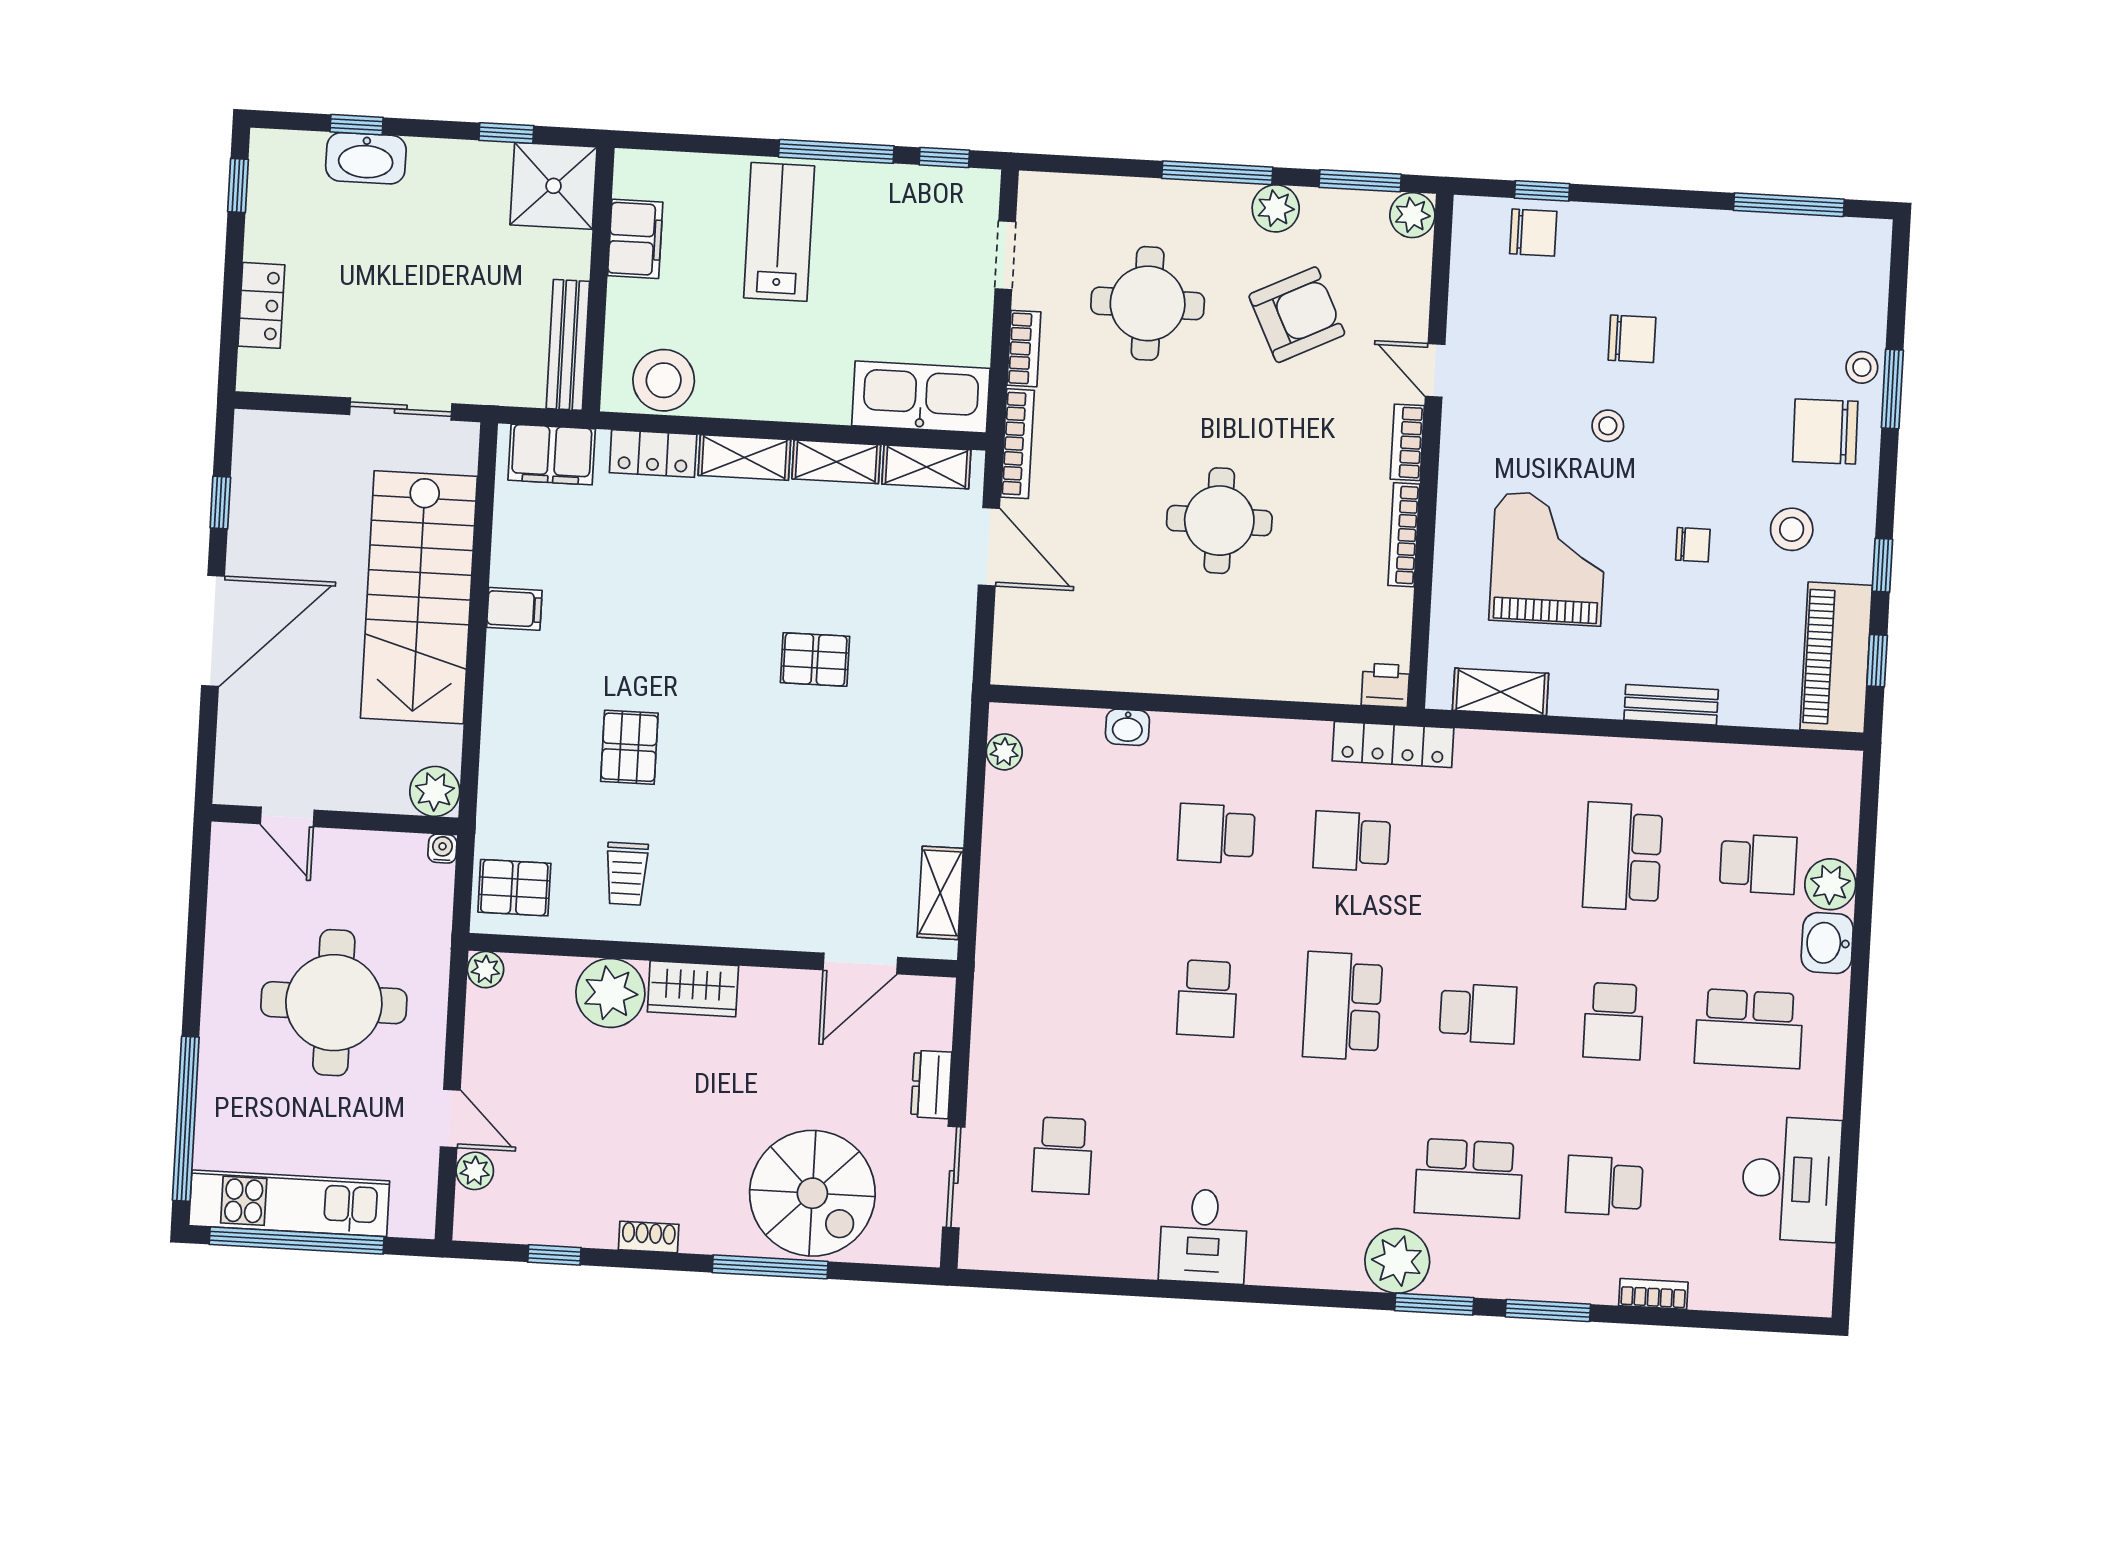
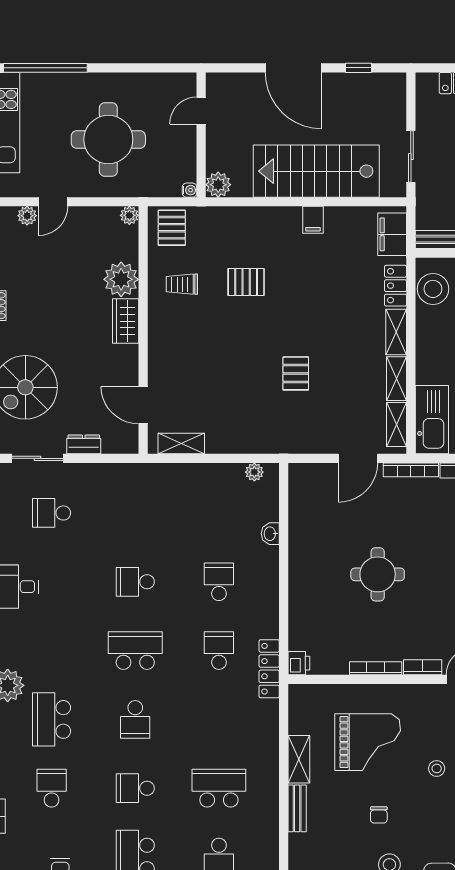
shelving: (1501, 692) -> (299, 759), moved

